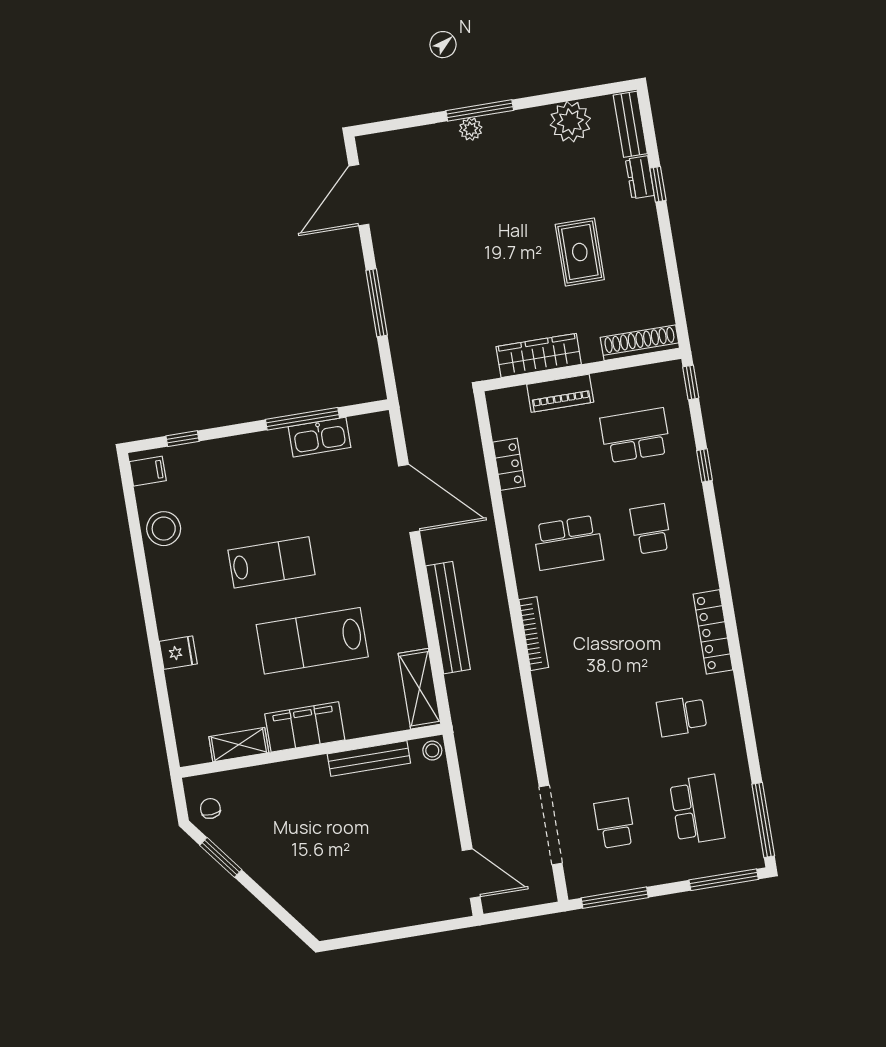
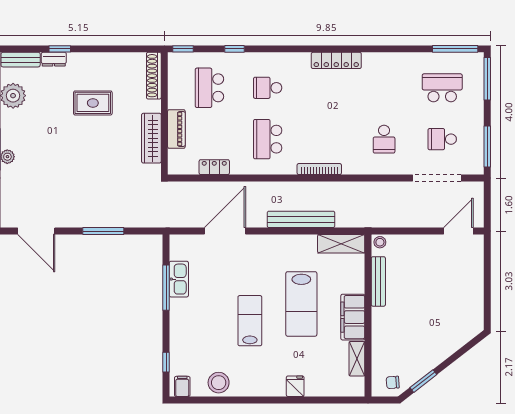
school desk: (568, 543) -> (268, 139), turned 180
school desk: (682, 716) -> (384, 139), moved

